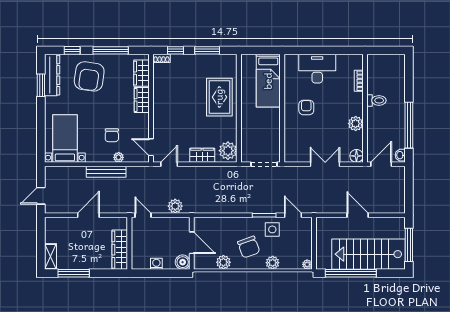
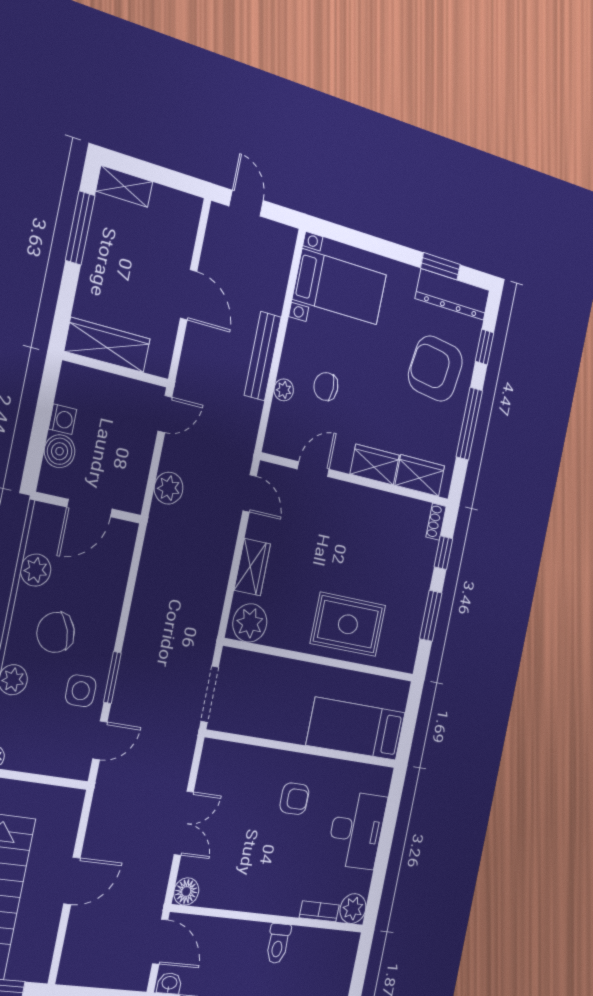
plant: (356, 124) -> (353, 909), moved
door: (151, 147) -> (313, 469), moved
boiler: (183, 262) -> (60, 451), moved

